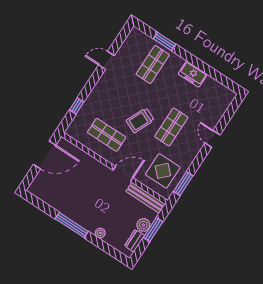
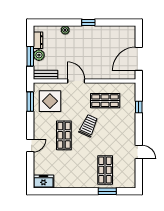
door: (107, 60) -> (139, 152), hinge flipped
freezer: (193, 74) -> (43, 181), moved
door: (212, 139) -> (30, 146), hinge flipped
door: (123, 174) -> (76, 81), swing flipped
bench: (146, 198) -> (45, 75), width x0.73
window: (72, 225) -> (88, 23), width x0.46

